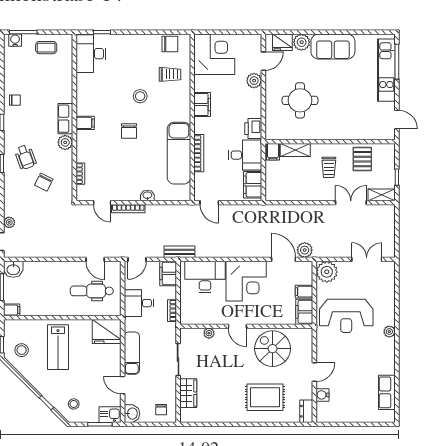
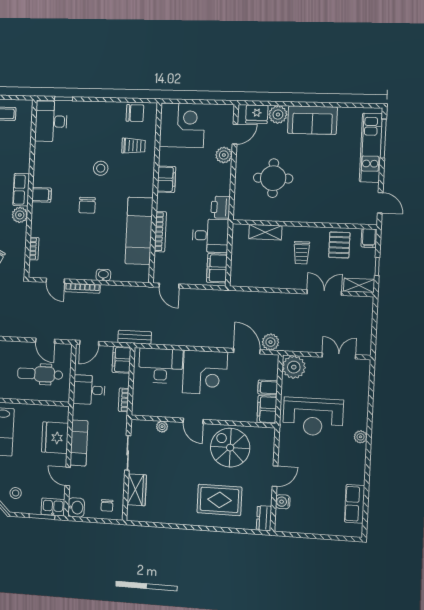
filing cabinet: (273, 152) -> (369, 238), moved
fridge: (107, 332) -> (55, 438), moved, turned 90

